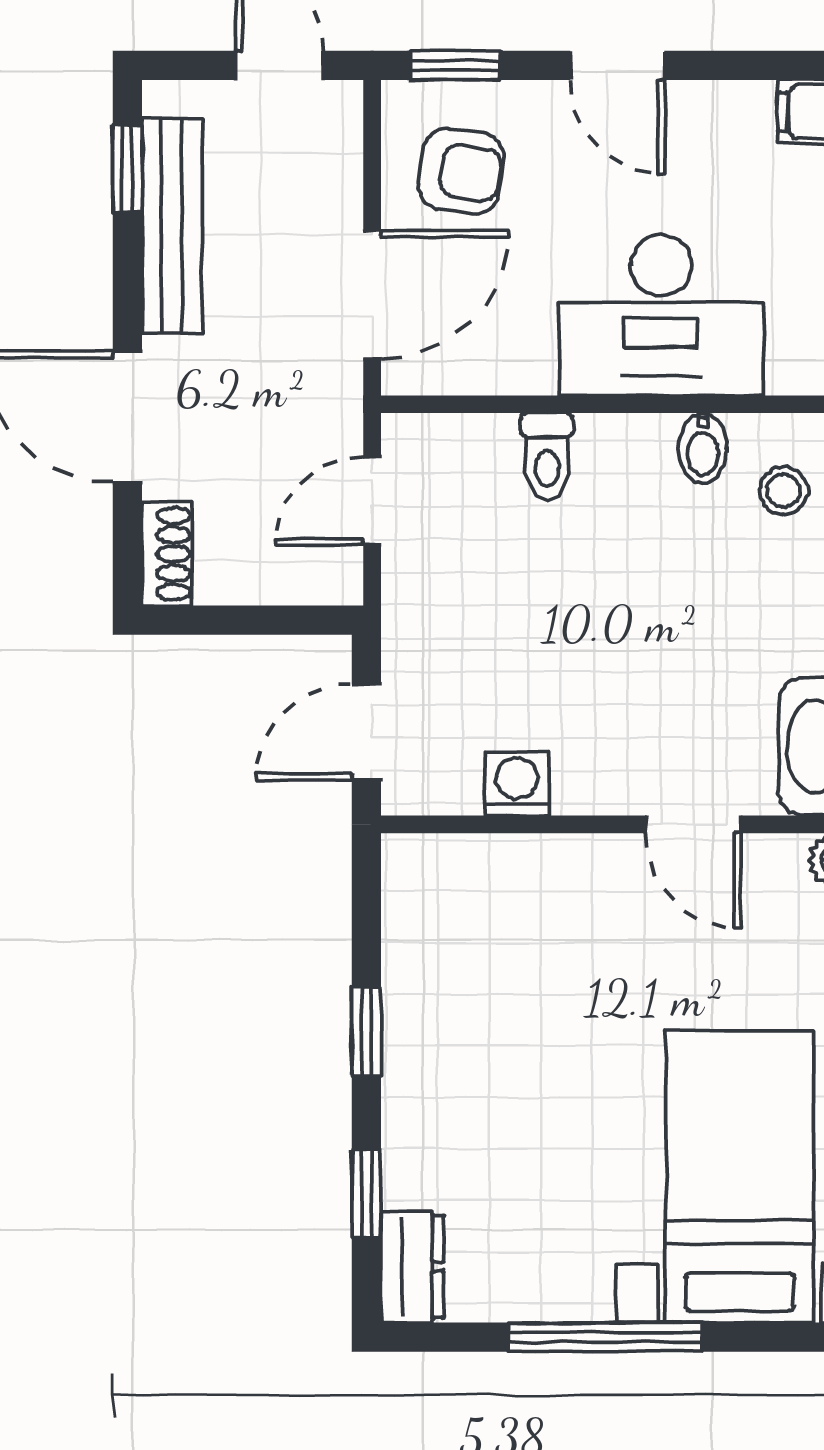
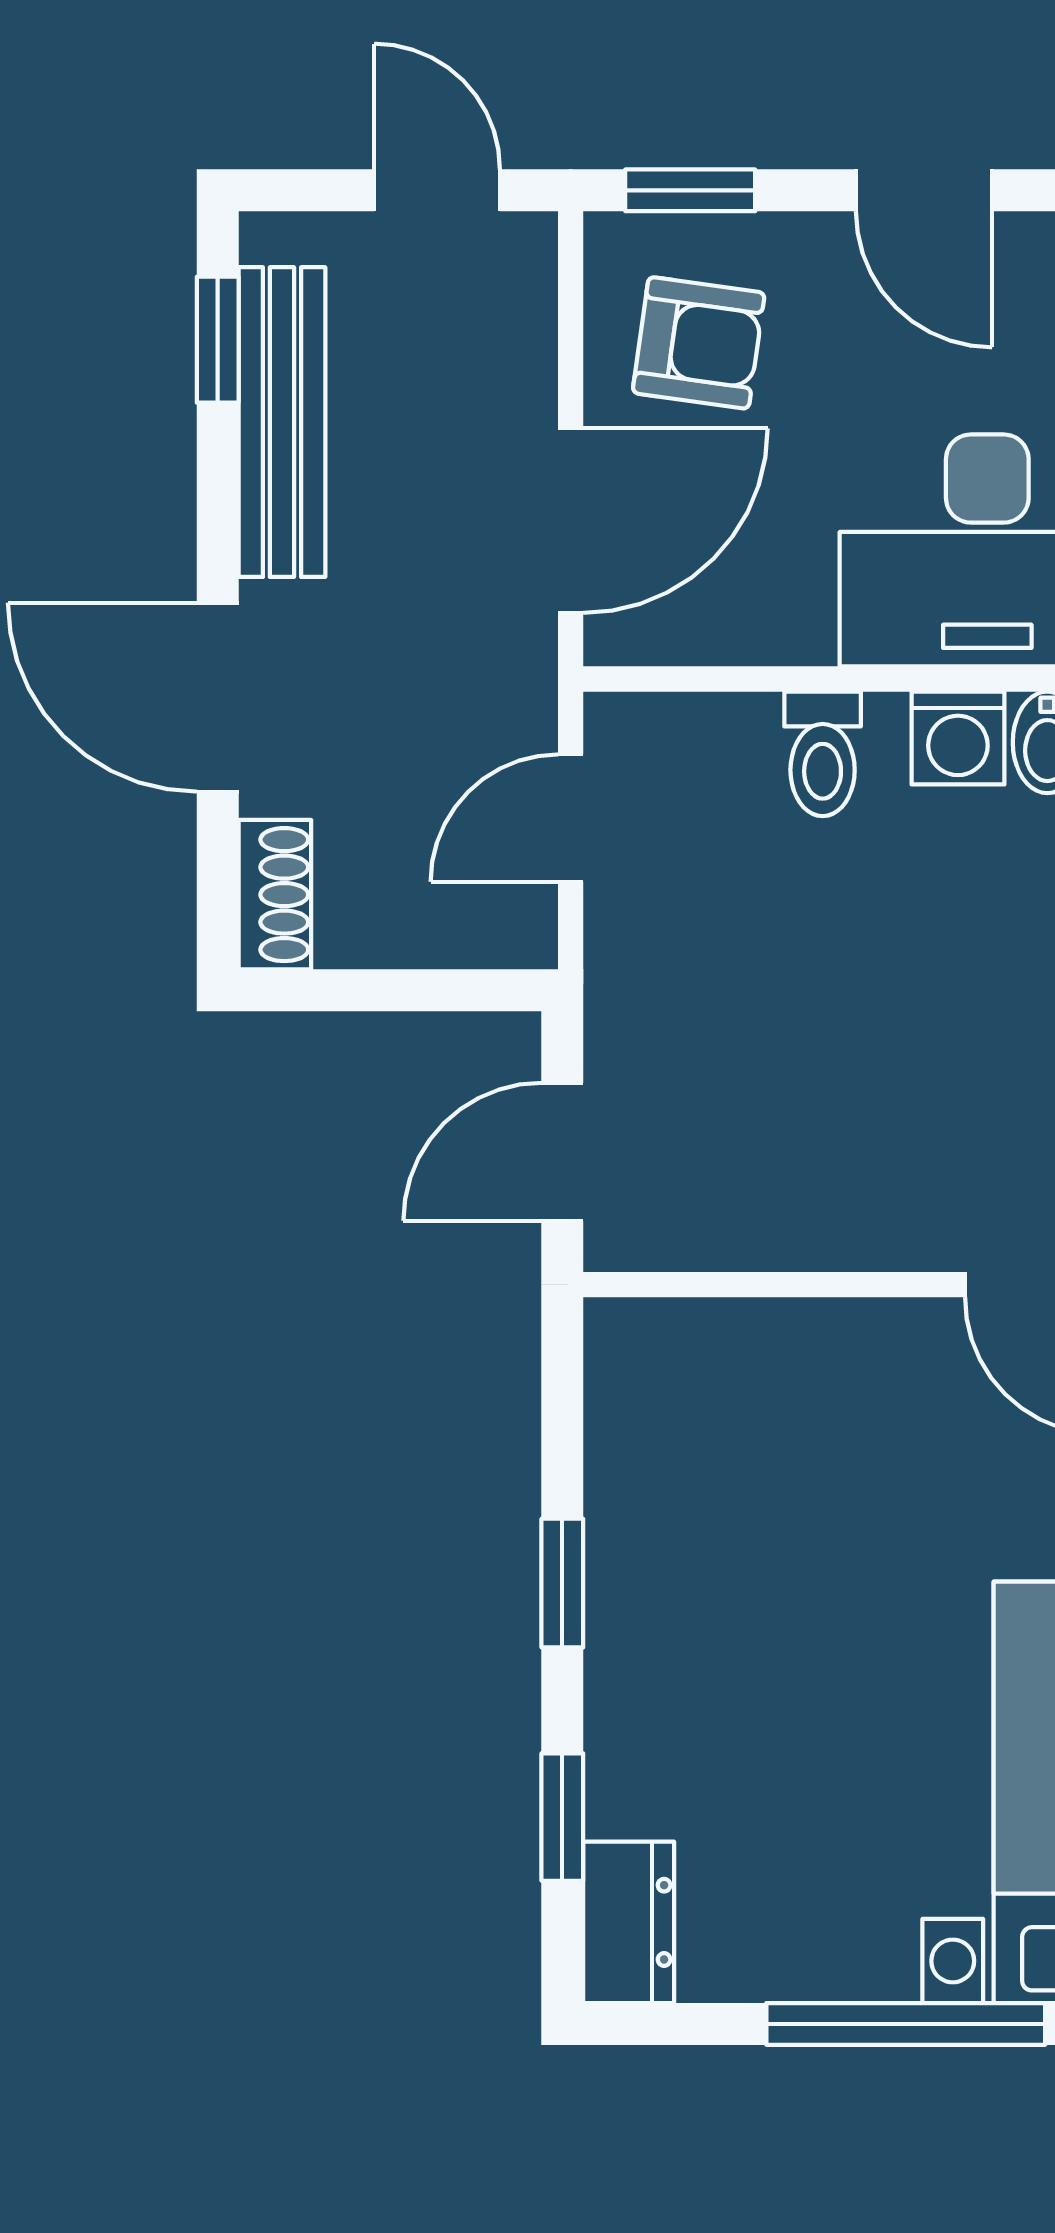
washing machine: (517, 783) -> (958, 738), moved, turned 180

